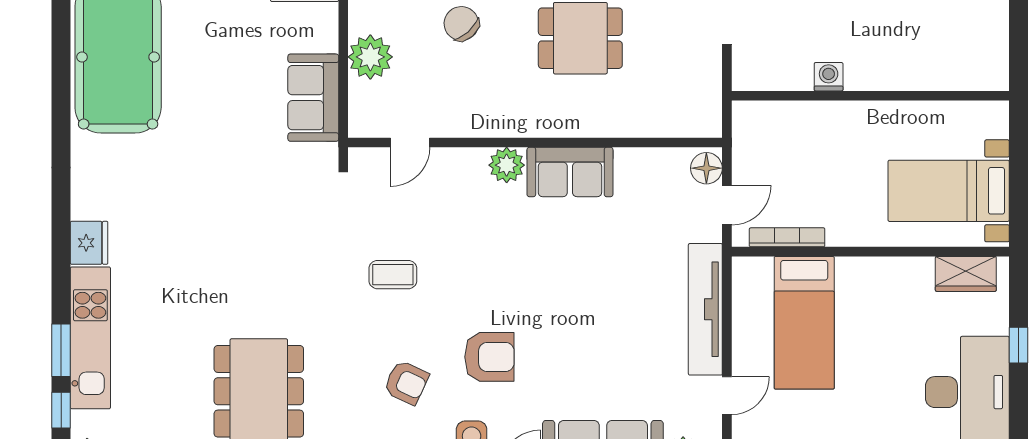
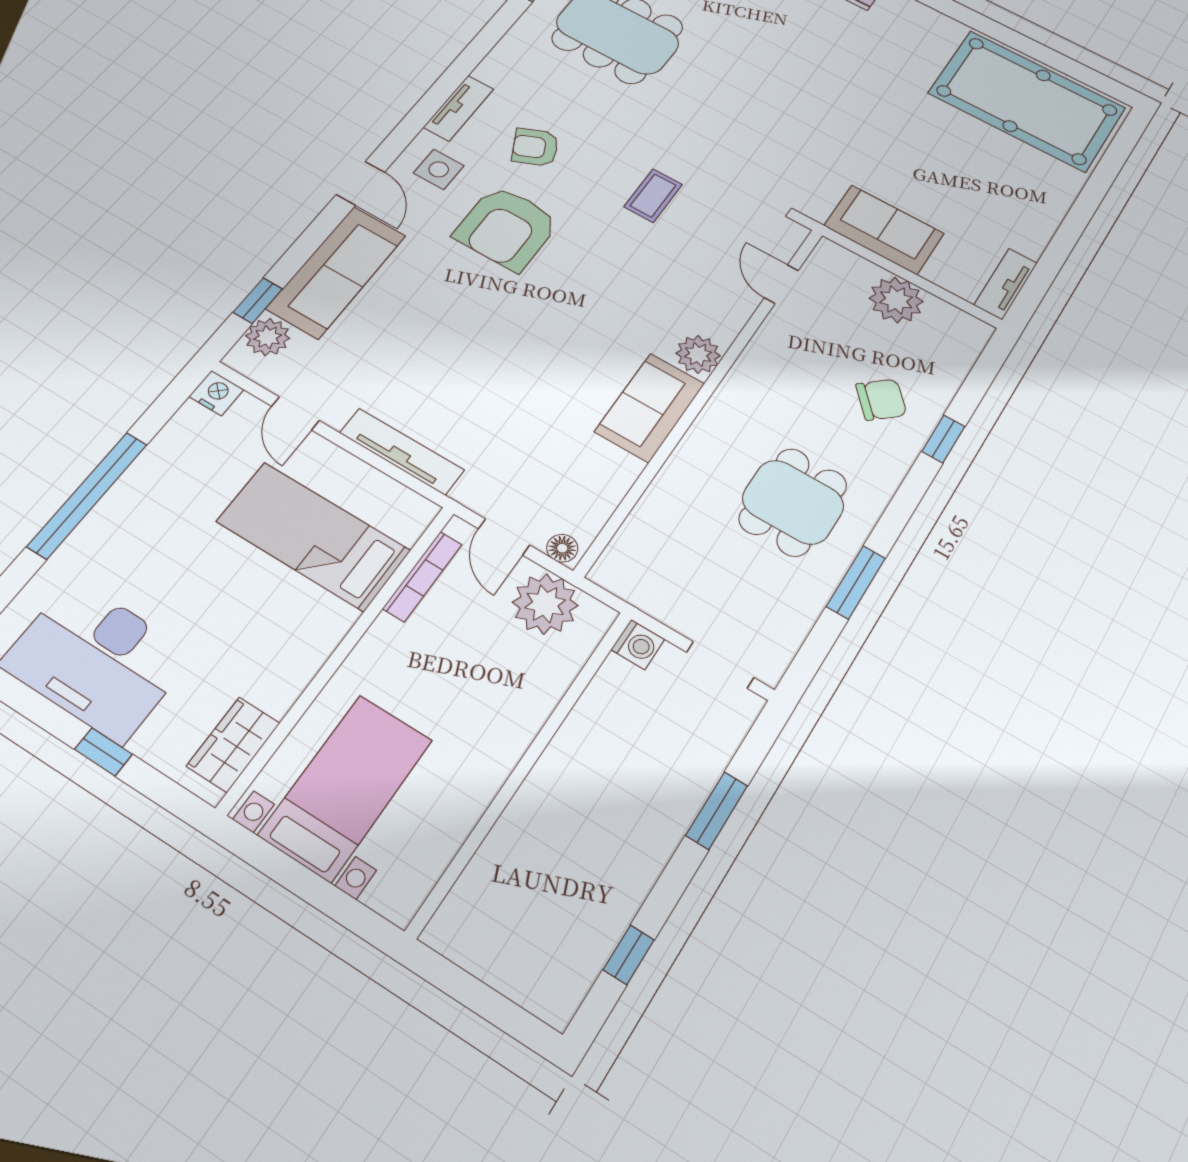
washing machine: (829, 77) -> (638, 645), moved
plant: (756, 150) -> (545, 604), added
floor lamp: (706, 168) -> (562, 548), width x0.73, depth x0.73
tv unit: (705, 309) -> (402, 451), width x0.73, depth x0.78
armchair: (489, 357) -> (507, 228), width x1.36, depth x1.36
armchair: (406, 382) -> (535, 147), turned 40

